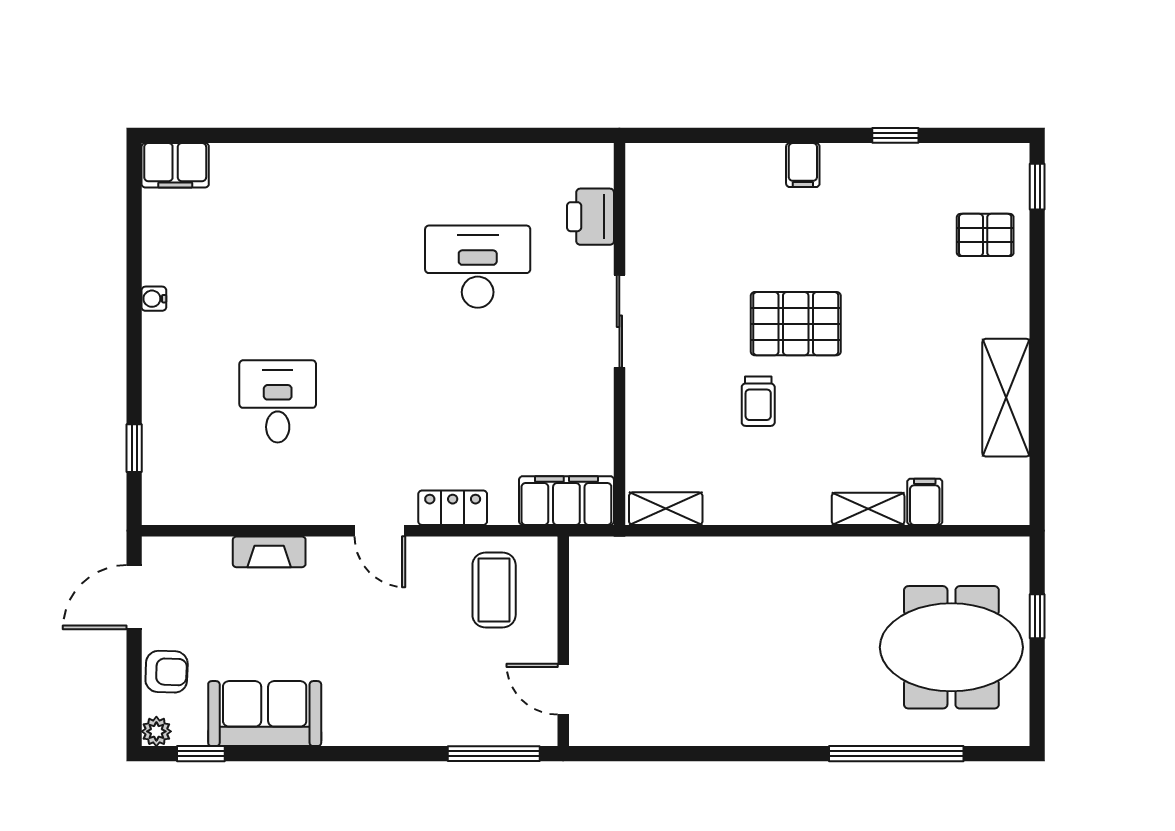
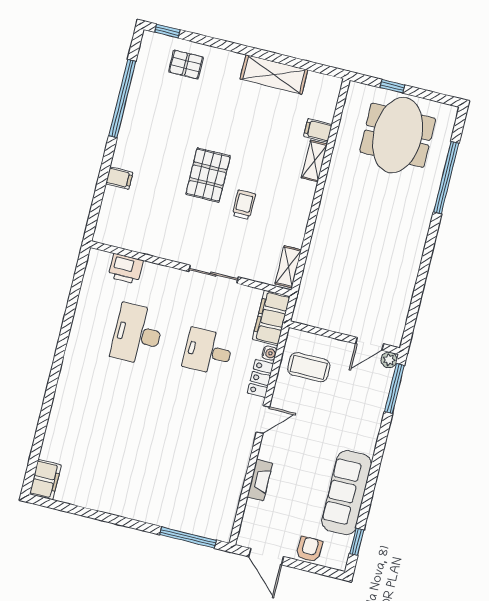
window: (895, 135) -> (122, 99), width x3.17
filing cabinet: (803, 165) -> (119, 178), moved
pallet: (985, 235) -> (186, 64), turned 90
water cooler: (154, 299) -> (269, 353), moved, turned -90
sliding door: (619, 321) -> (213, 274), moved
desk: (278, 401) -> (208, 352), moved
trolley: (758, 401) -> (244, 205), turned -90
window: (134, 448) -> (188, 537), width x2.17
sofa: (265, 714) -> (347, 493), width x1.36
plant: (156, 731) -> (389, 360), moved

